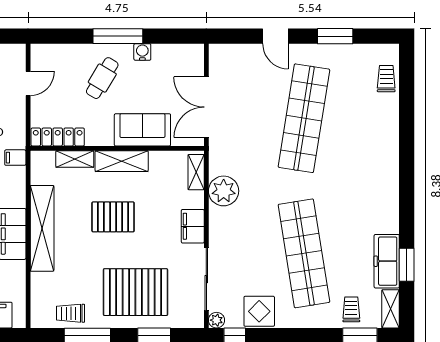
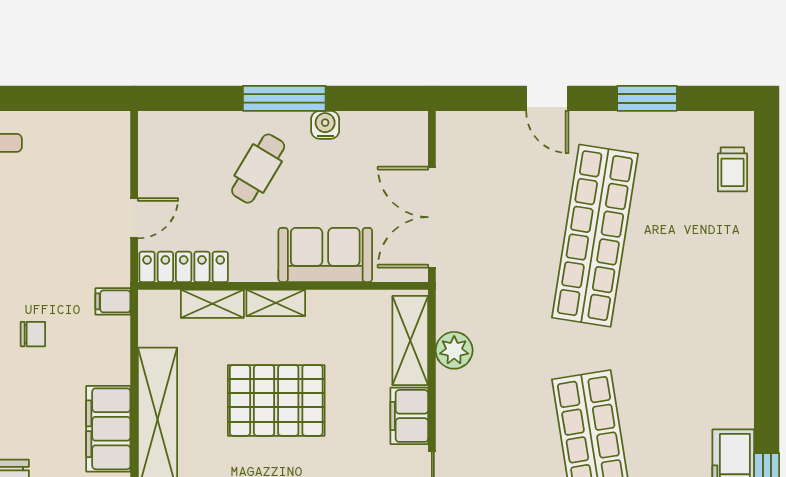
trolley: (386, 79) -> (732, 169), turned 180
door: (28, 83) -> (134, 218), moved
shelving: (122, 161) -> (276, 303), width x0.67, depth x0.75
shelving: (196, 172) -> (410, 340), width x1.50, depth x1.33
plant: (224, 191) -> (454, 350), width x0.73, depth x0.73
pallet: (113, 217) -> (276, 400), width x1.37, depth x1.41

